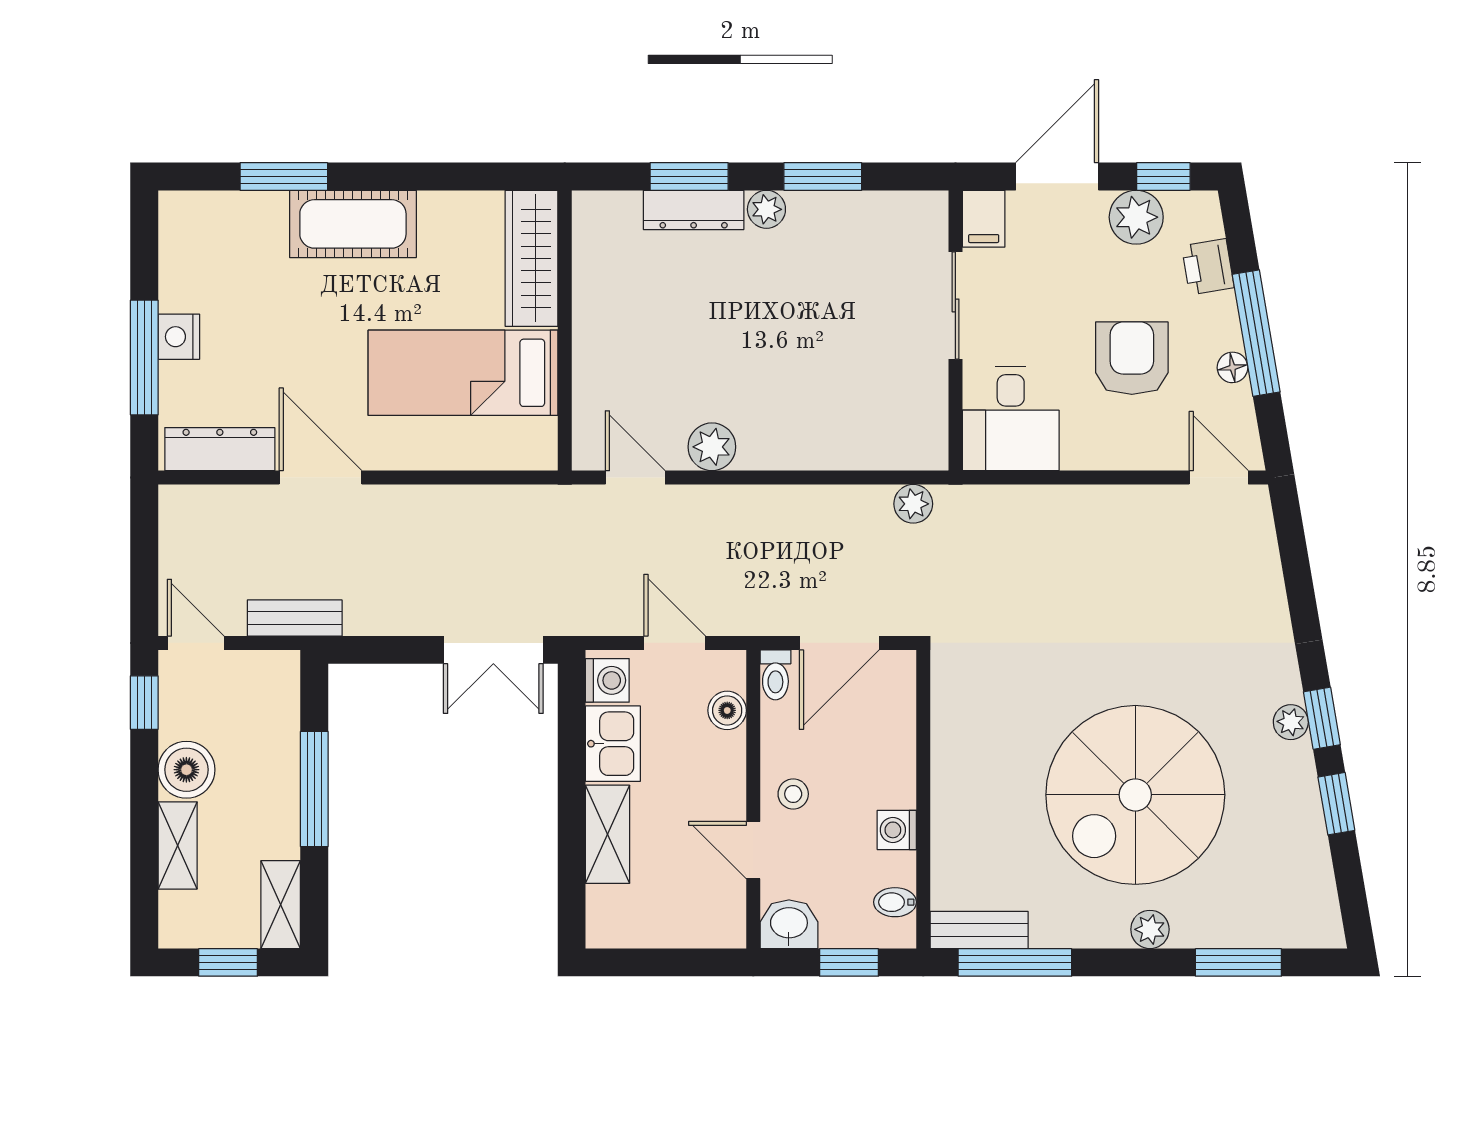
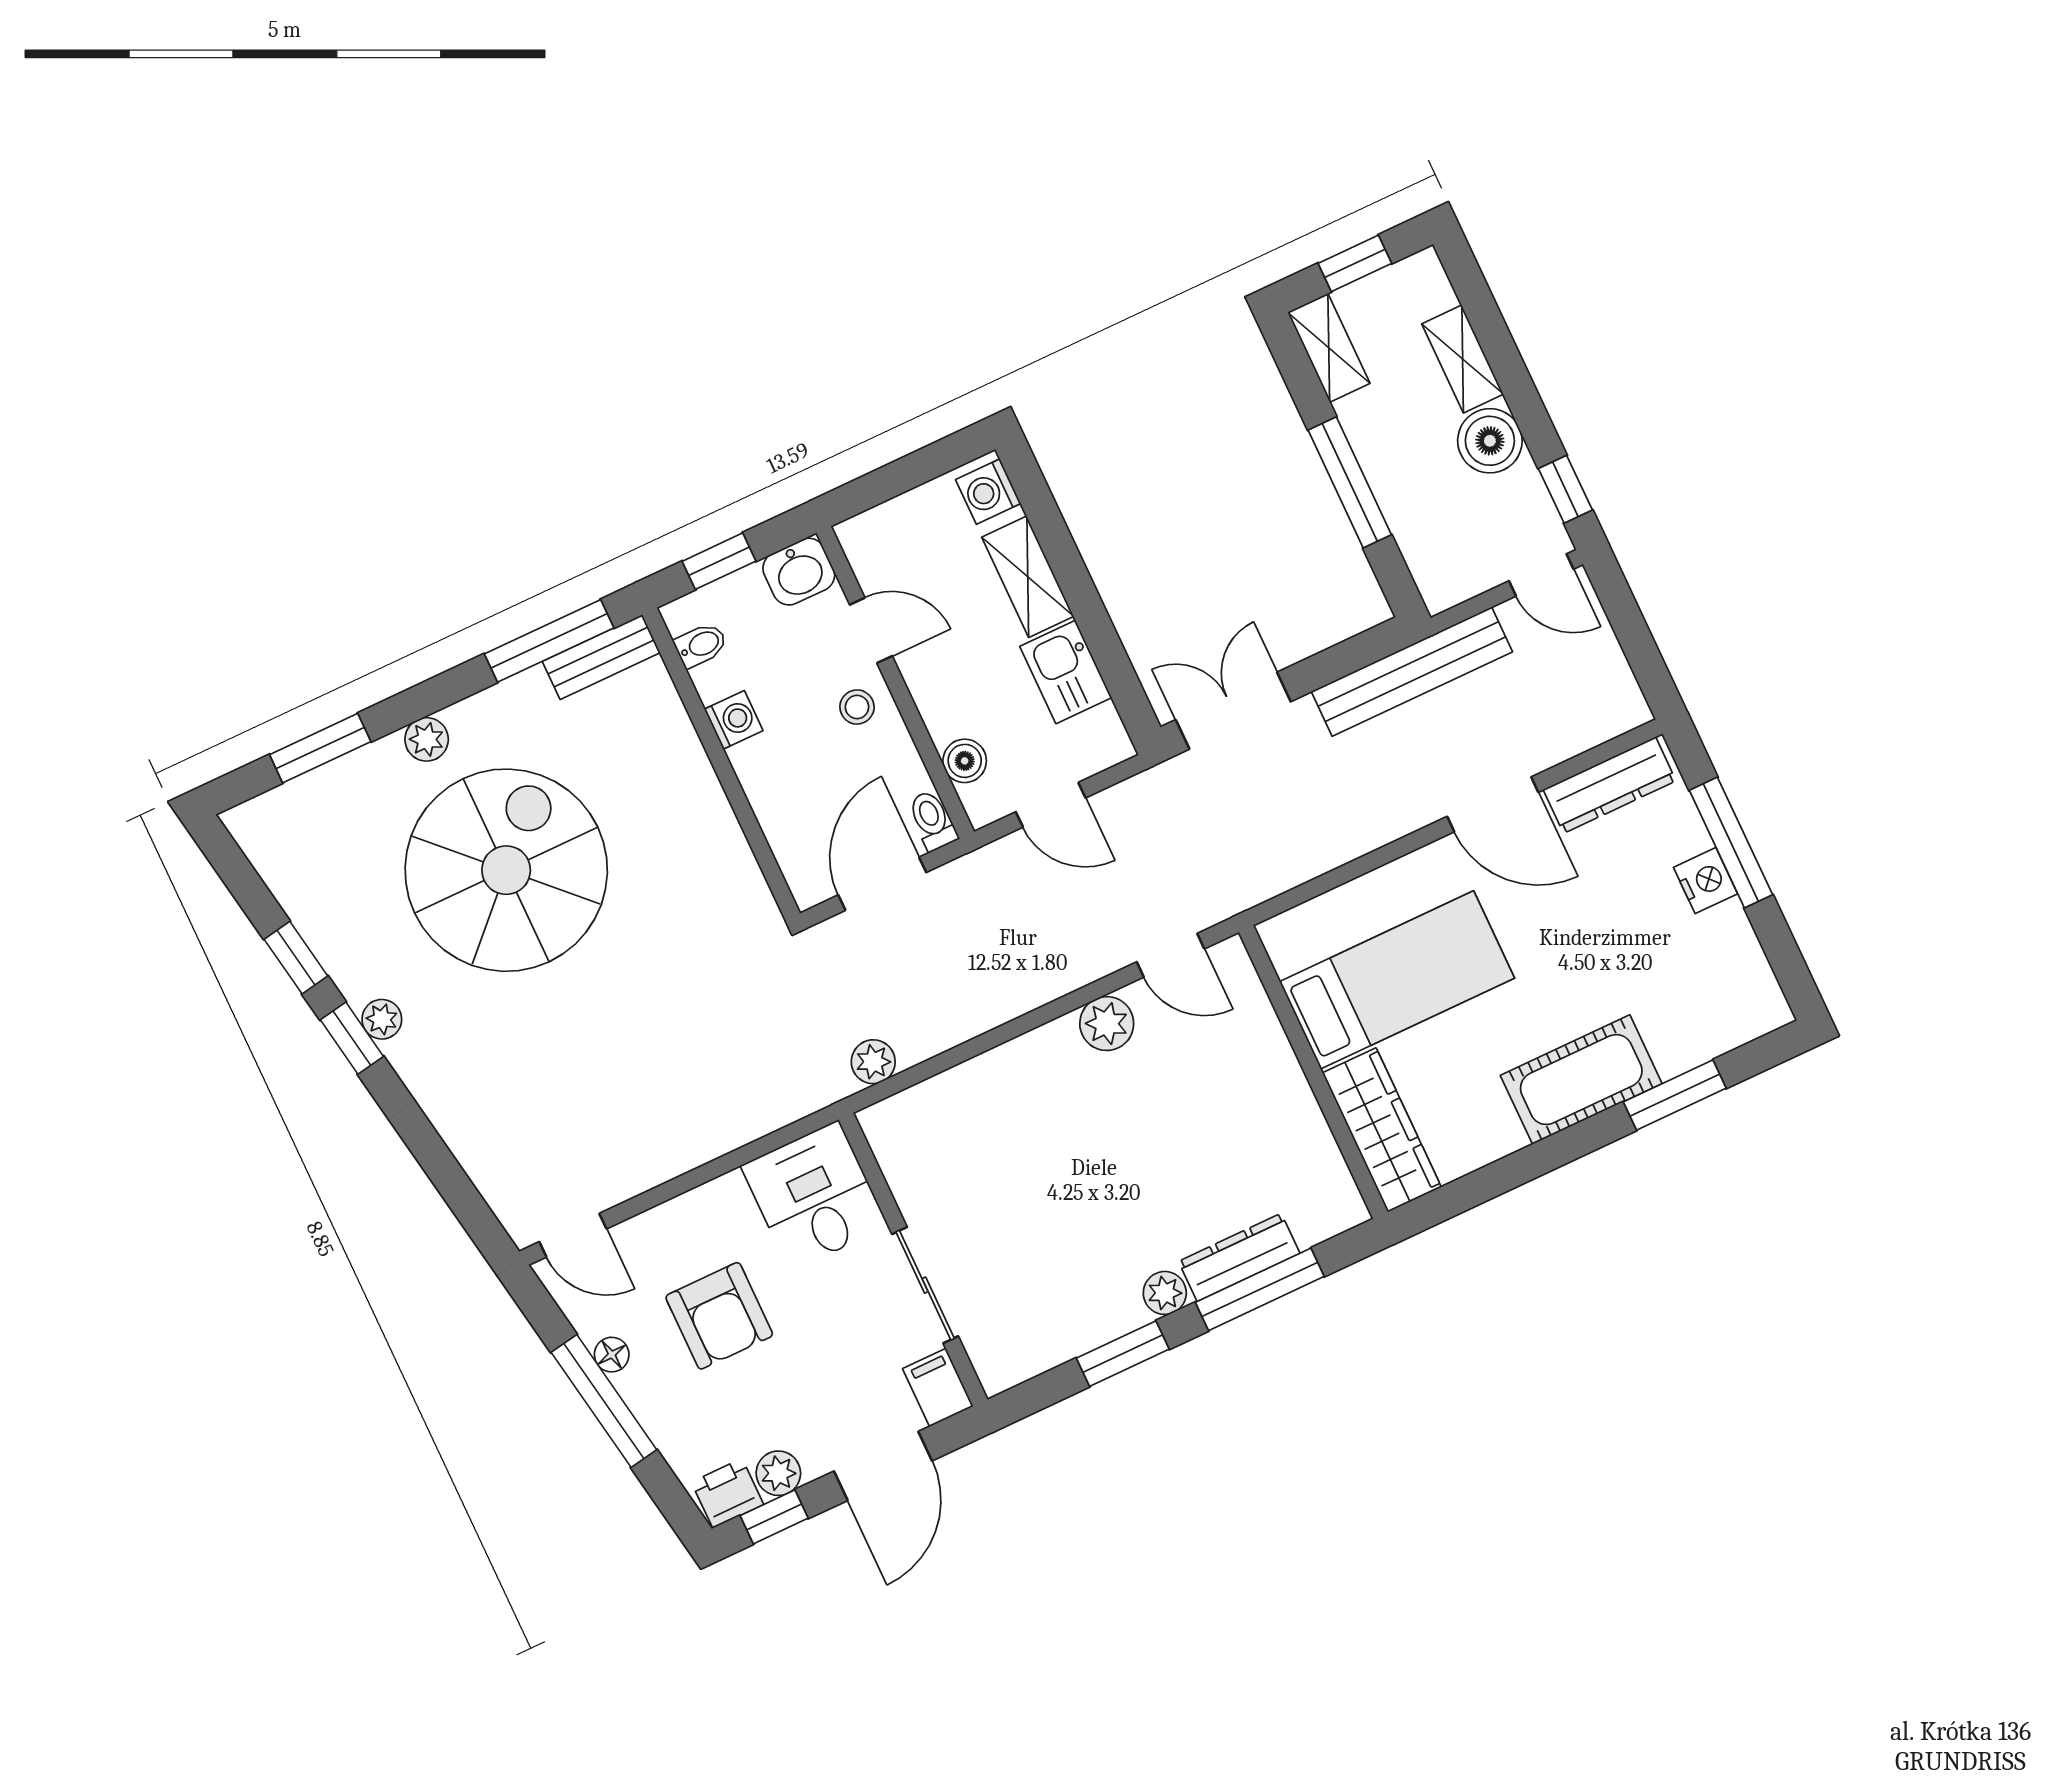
window: (689, 176) -> (1260, 1289), width x1.44
plant: (1136, 217) -> (778, 1473), width x0.73, depth x0.73
printer: (1208, 267) -> (727, 1493), moved, turned -80
bench: (295, 618) -> (1412, 672), width x1.86, depth x1.21
washing machine: (607, 680) -> (988, 492), moved

